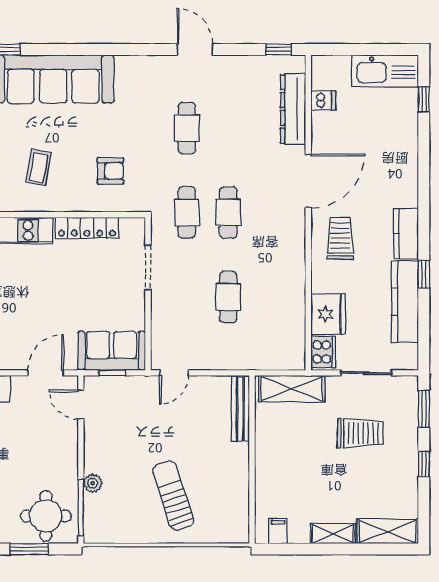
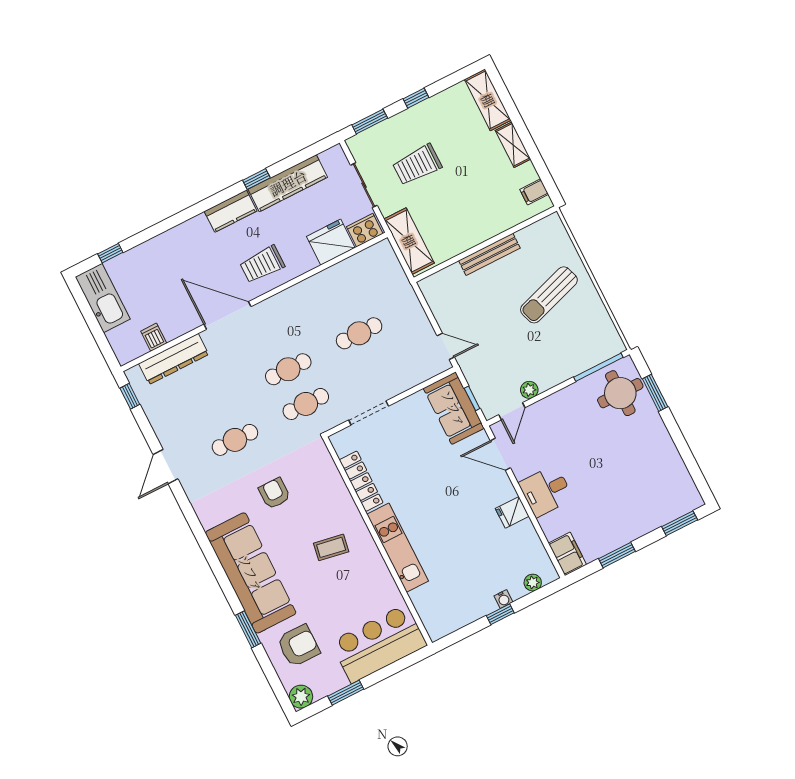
armchair: (110, 171) -> (274, 493), moved
bench: (240, 409) -> (489, 254), moved
trolley: (360, 433) -> (417, 165), turned -90
plant: (93, 483) -> (529, 390), moved

